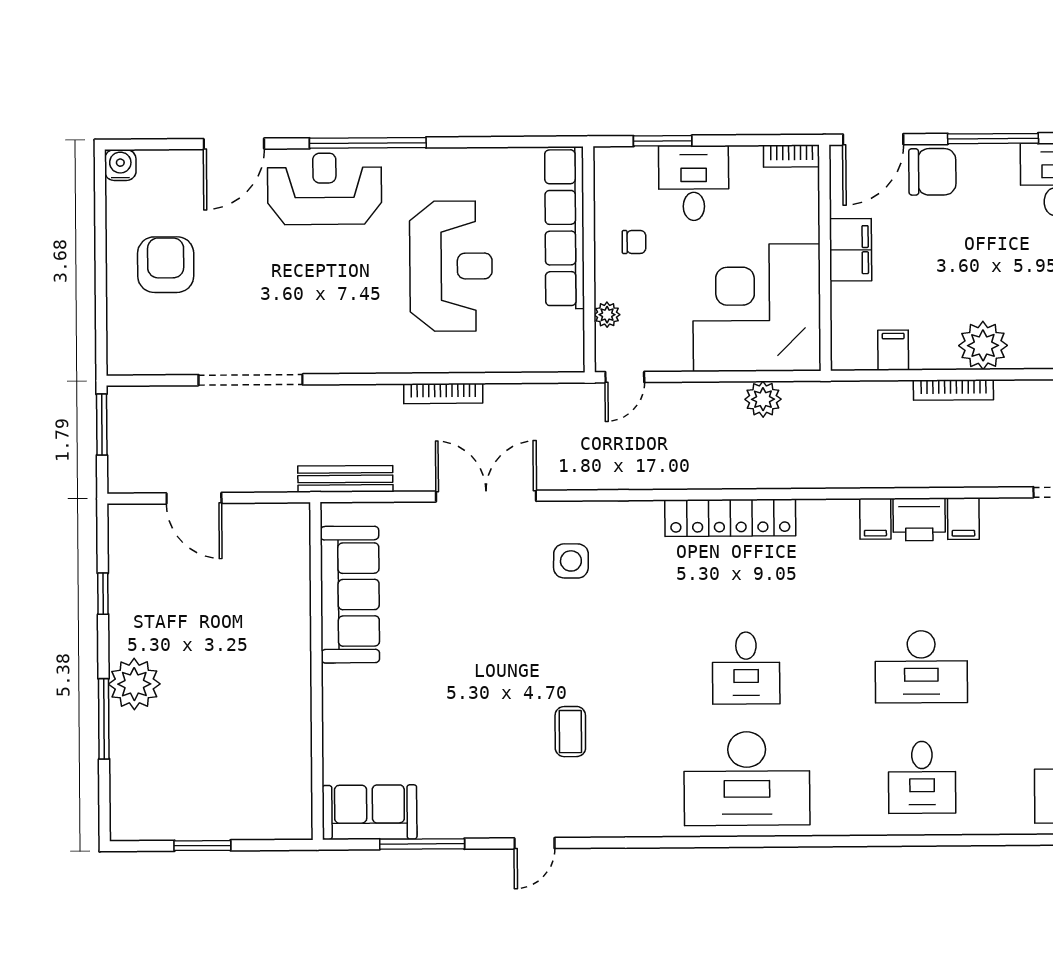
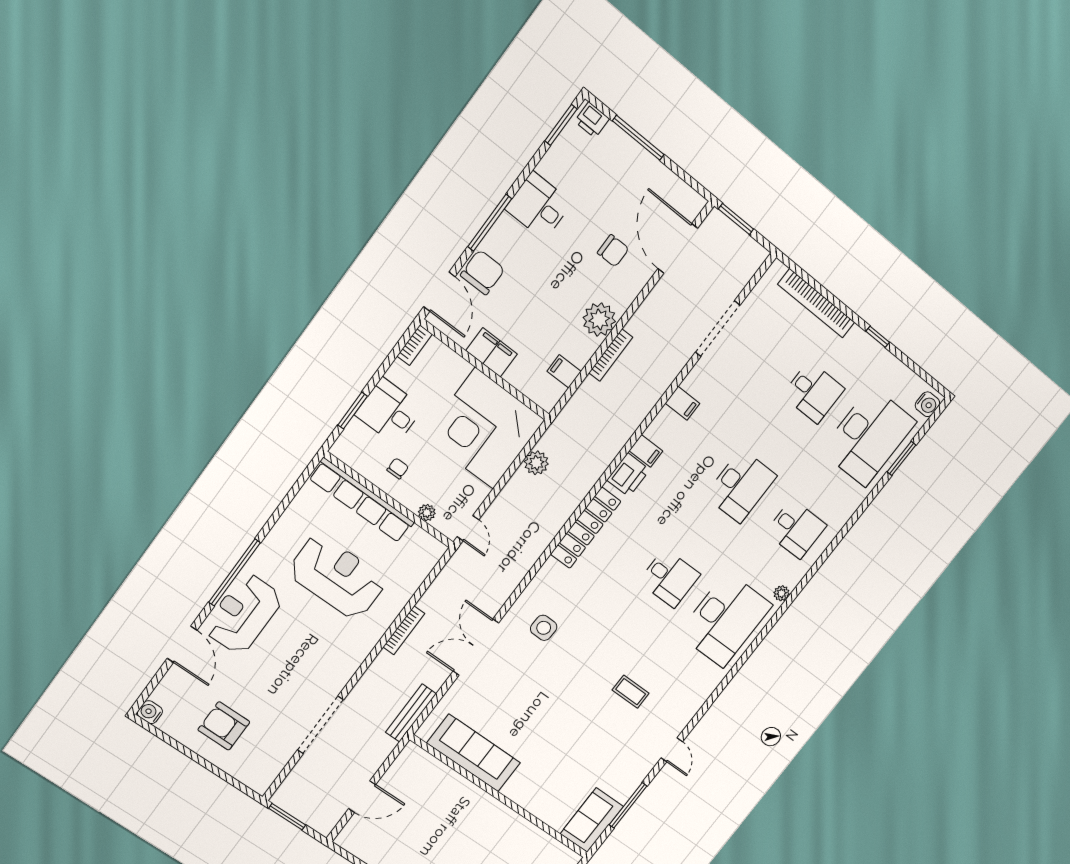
printer: (919, 519) -> (628, 475), moved
plant: (831, 824) -> (782, 593), added

